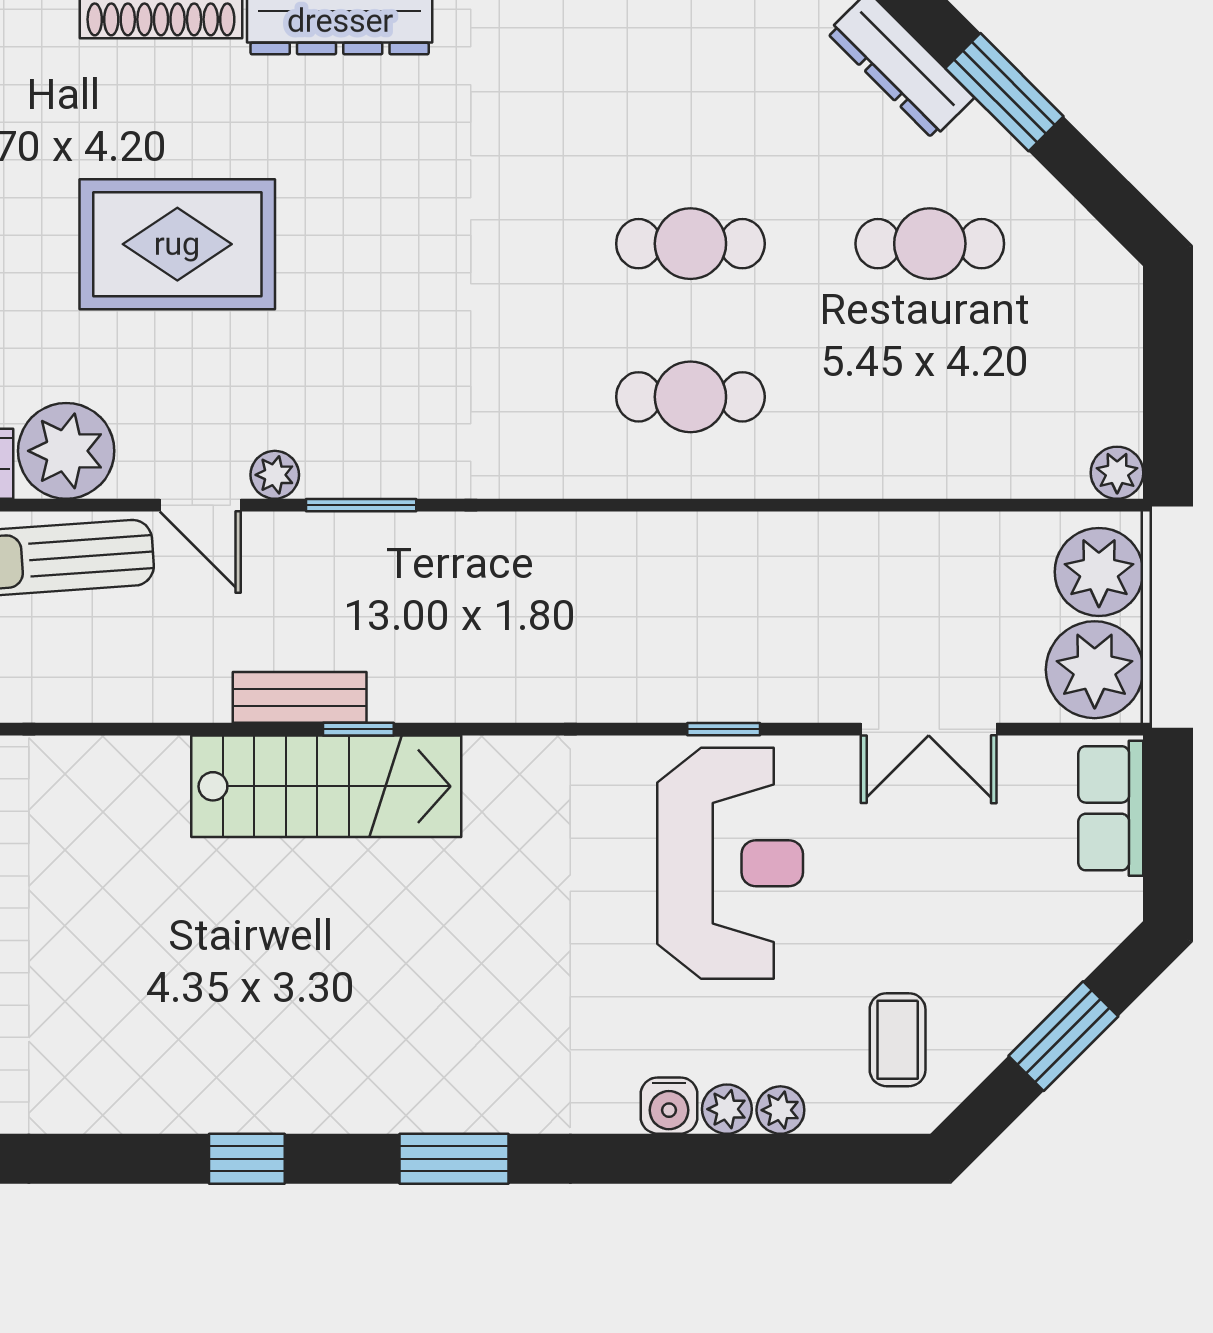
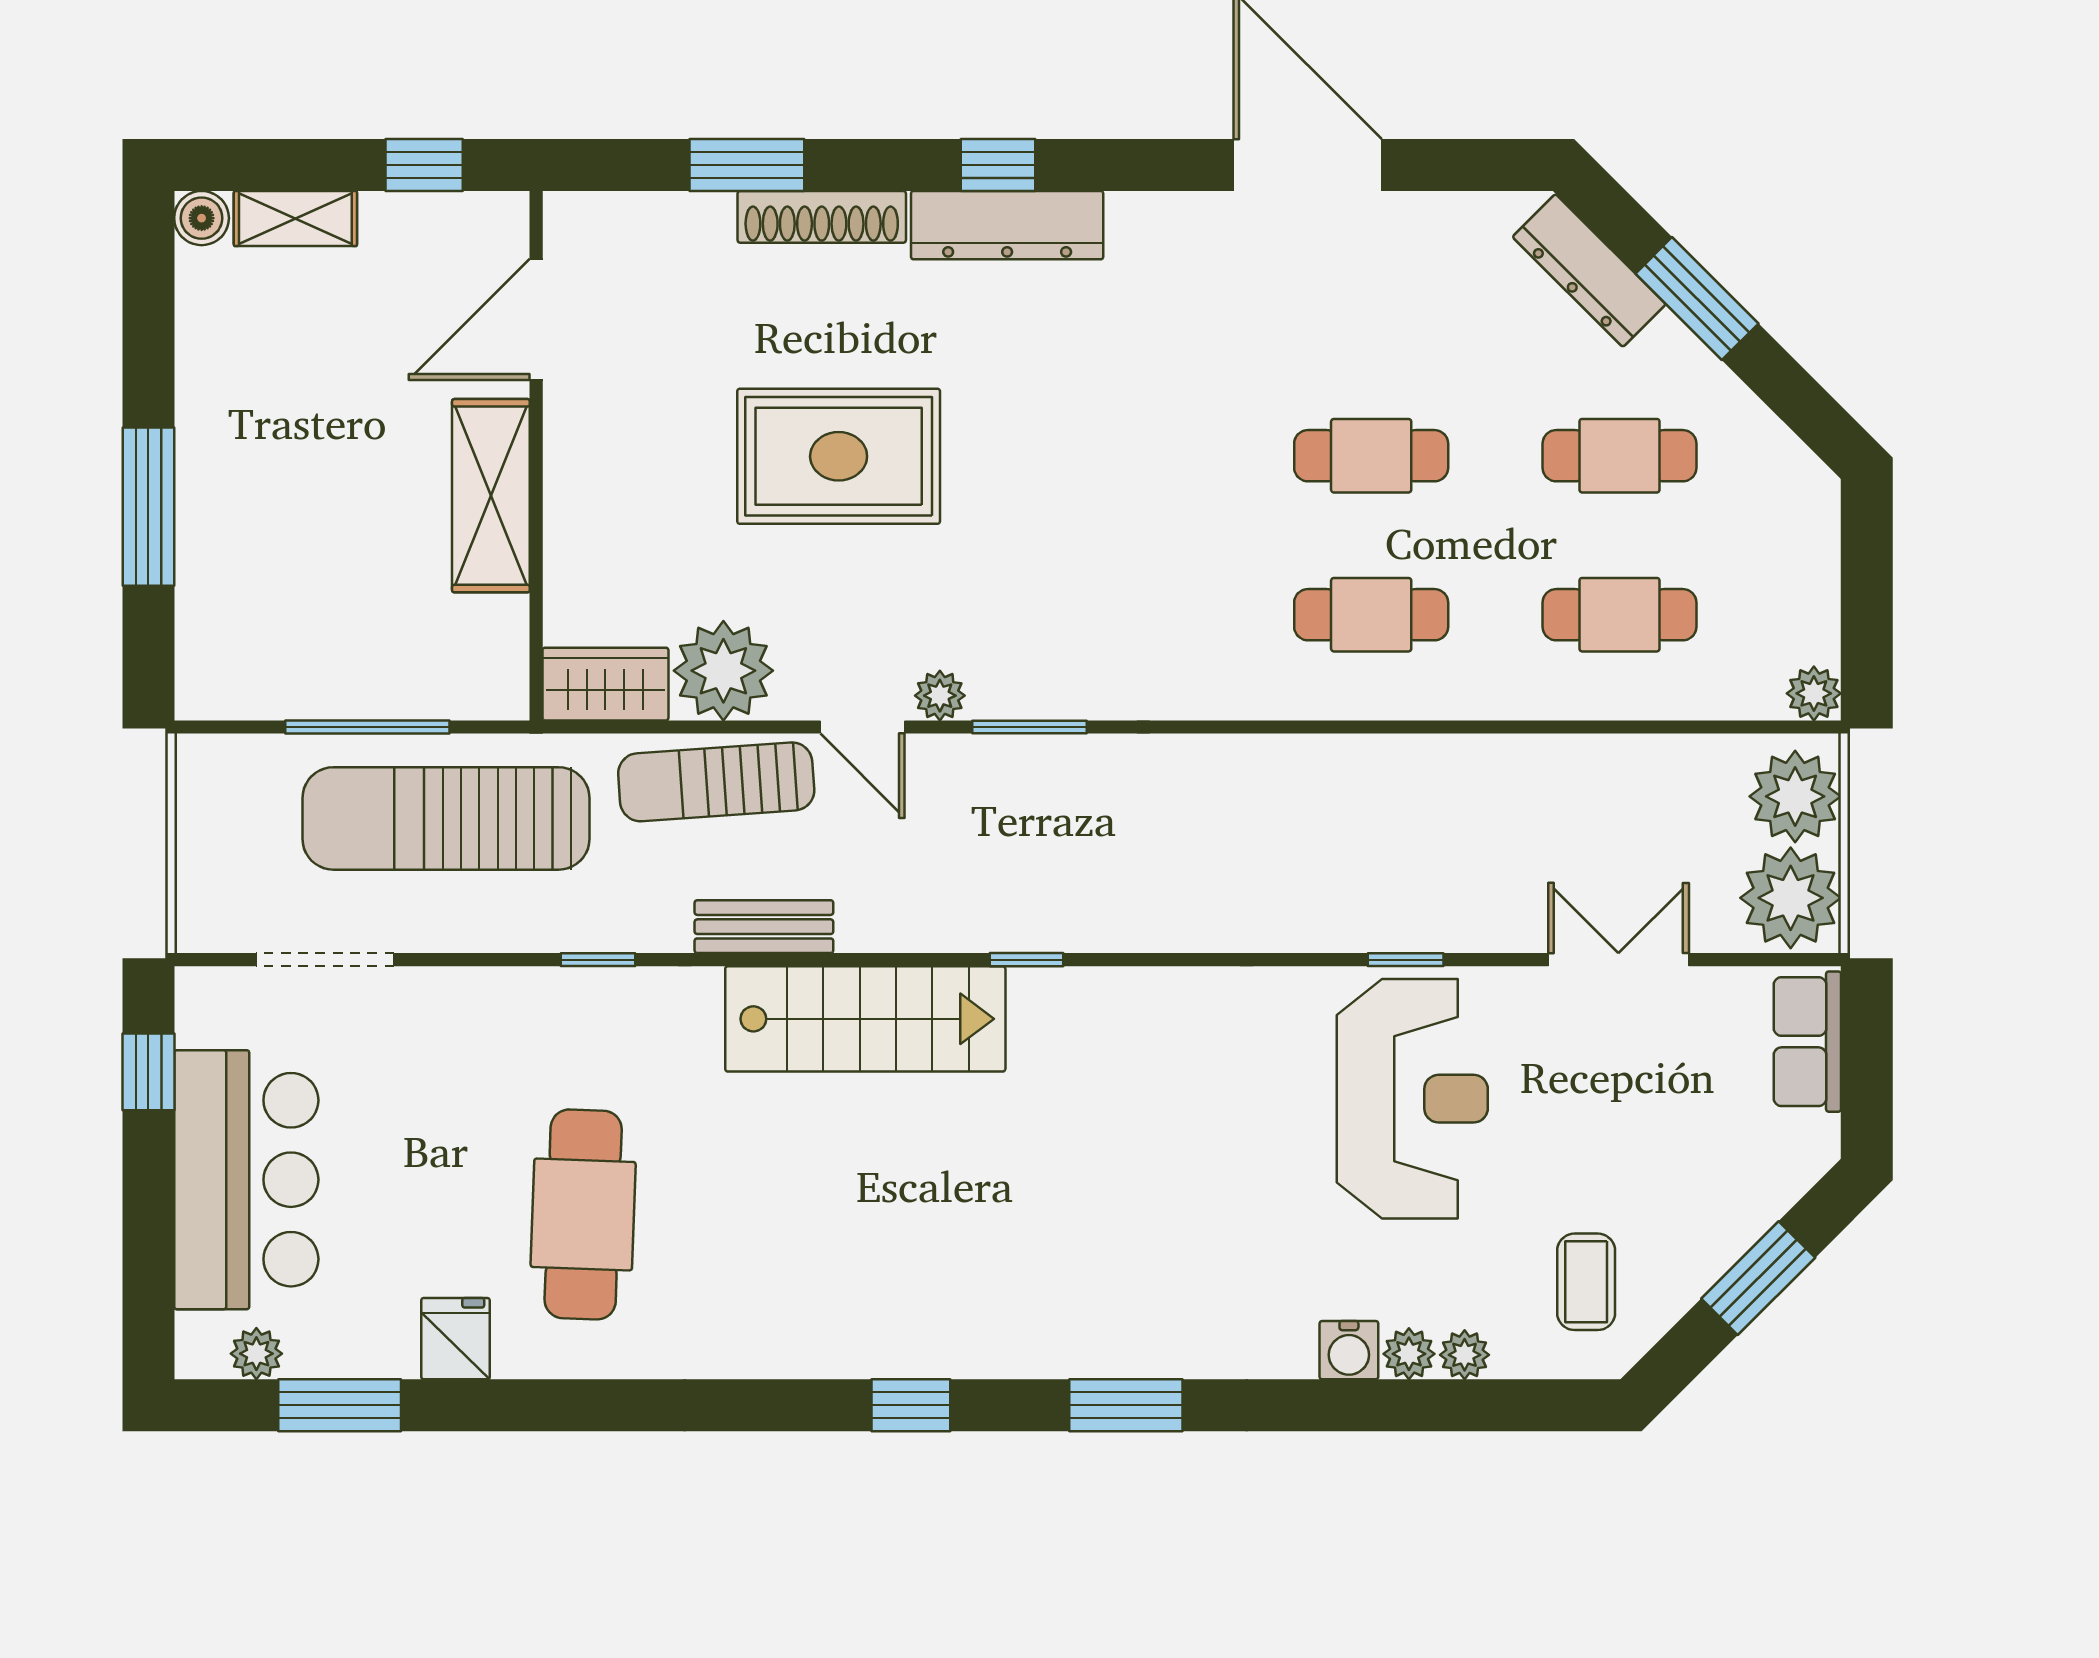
cafe table: (930, 397) -> (1620, 615), added
bench: (300, 697) -> (764, 927), moved
double door: (929, 729) -> (1618, 960), swing flipped
stairs: (326, 786) -> (865, 1019), moved

